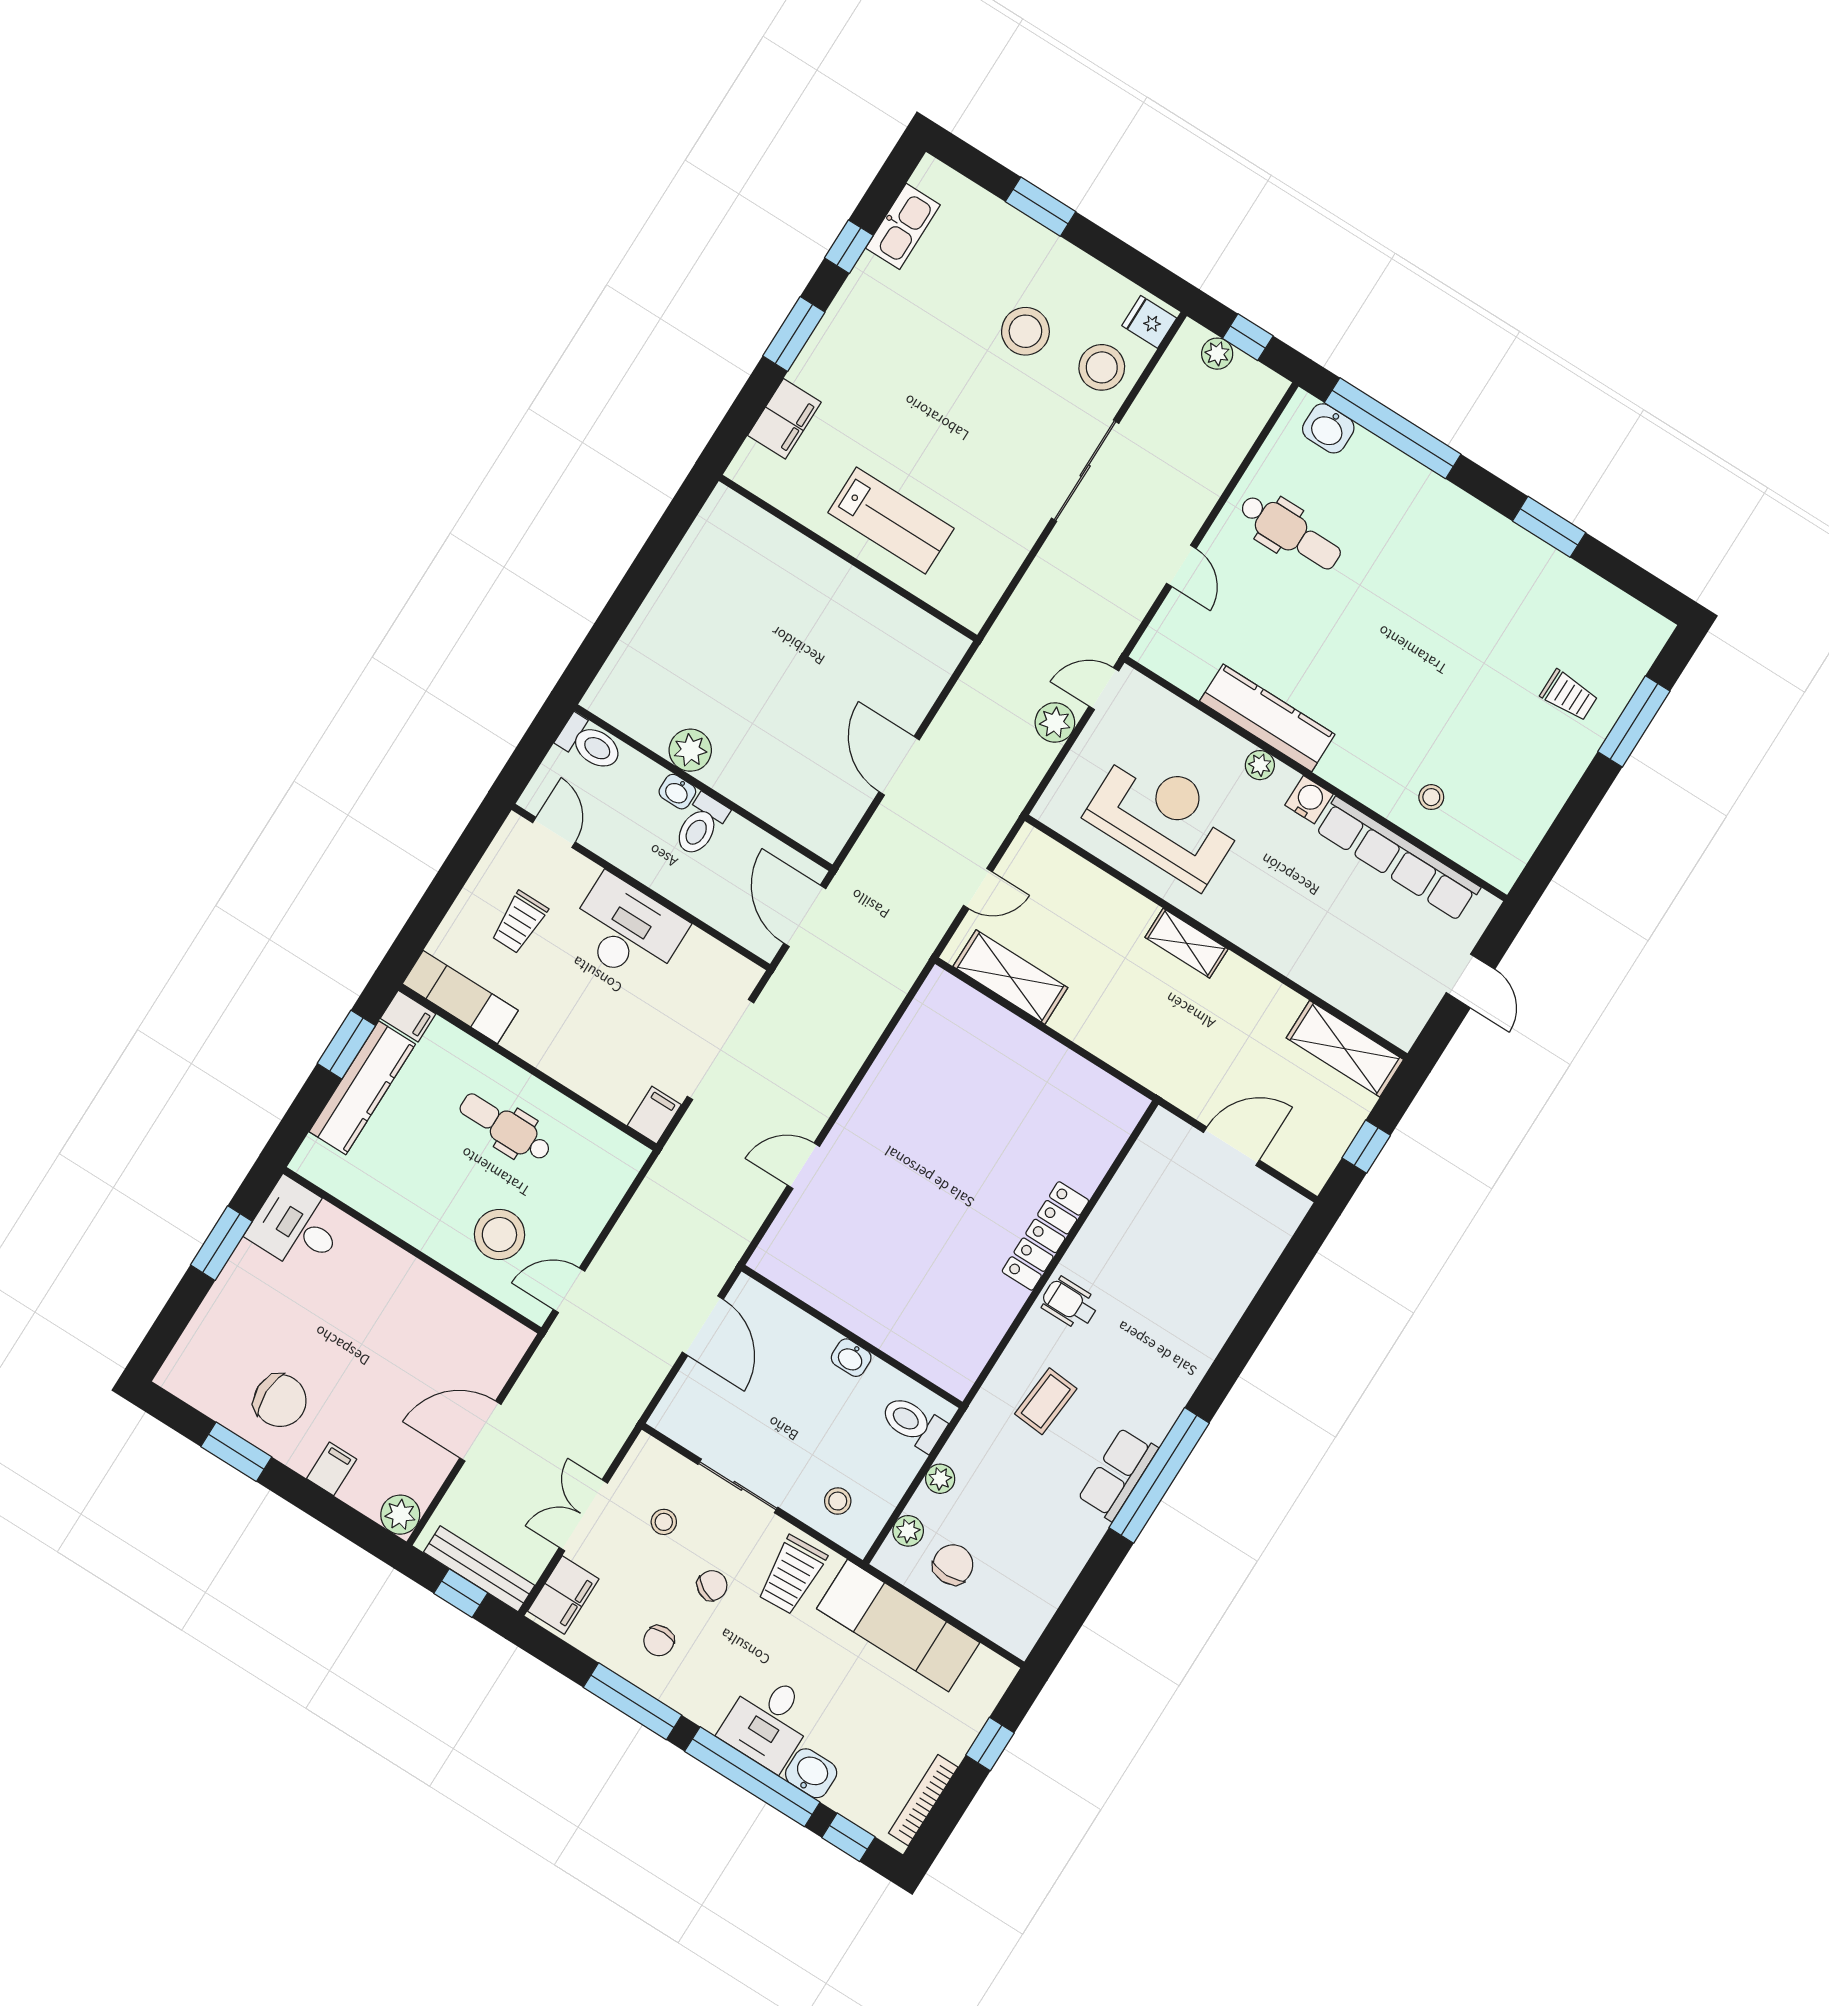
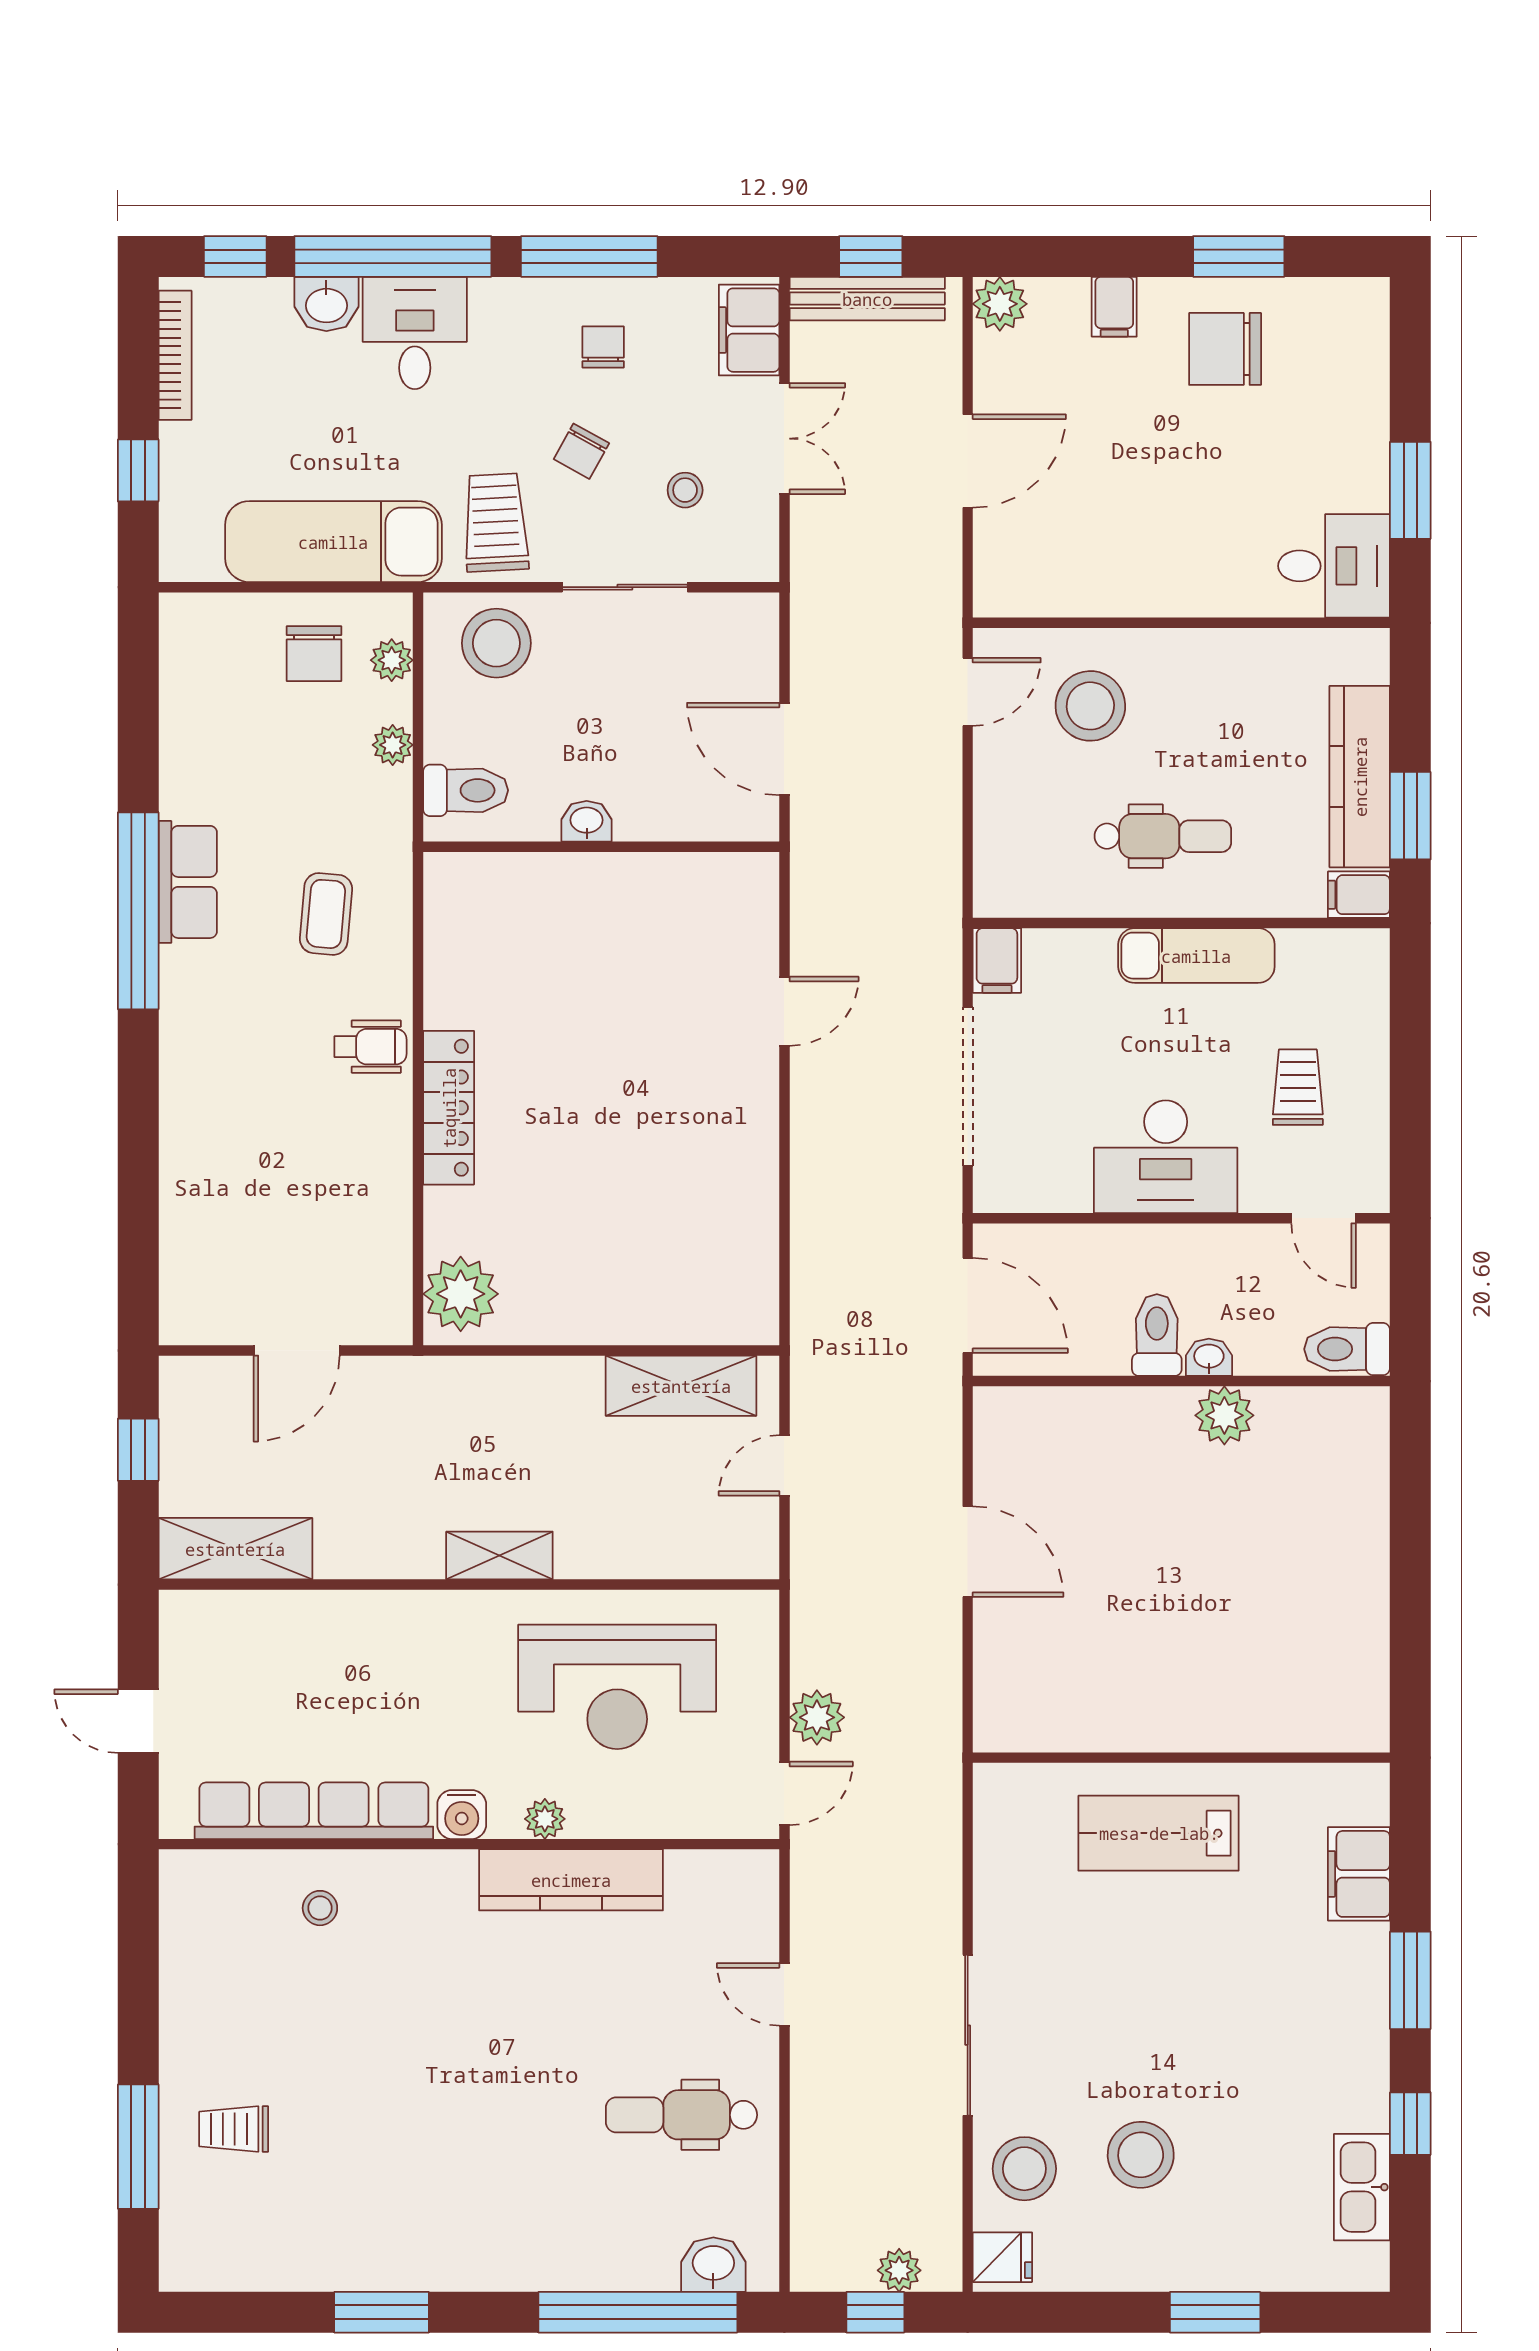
exam couch: (460, 997) -> (1196, 956), moved
plant: (1110, 1118) -> (461, 1294), added
stool: (838, 1501) -> (496, 643), width x1.89, depth x1.89

